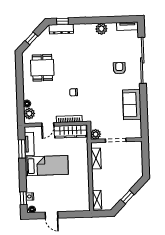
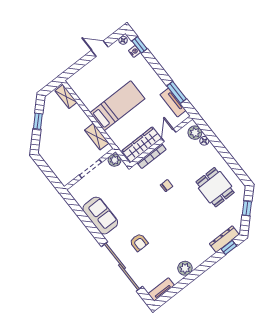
bed: (47, 166) -> (117, 106), moved, turned 180

